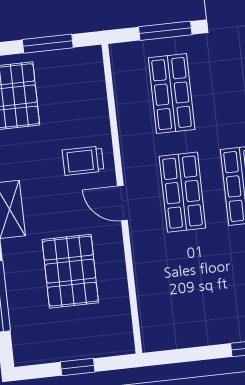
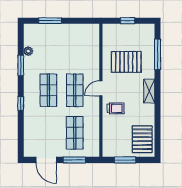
door: (122, 203) -> (101, 88), swing flipped
pallet: (70, 271) -> (126, 62), turned 90

